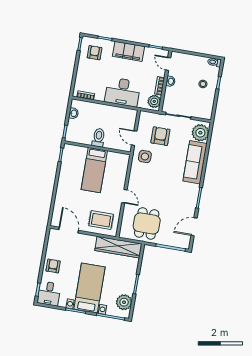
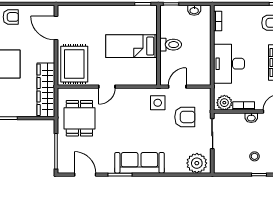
sofa: (195, 162) -> (139, 163), moved
rug: (101, 220) -> (74, 64), width x1.36, depth x1.43
dining table: (147, 223) -> (79, 118), turned 90
door: (69, 230) -> (56, 28), swing flipped

